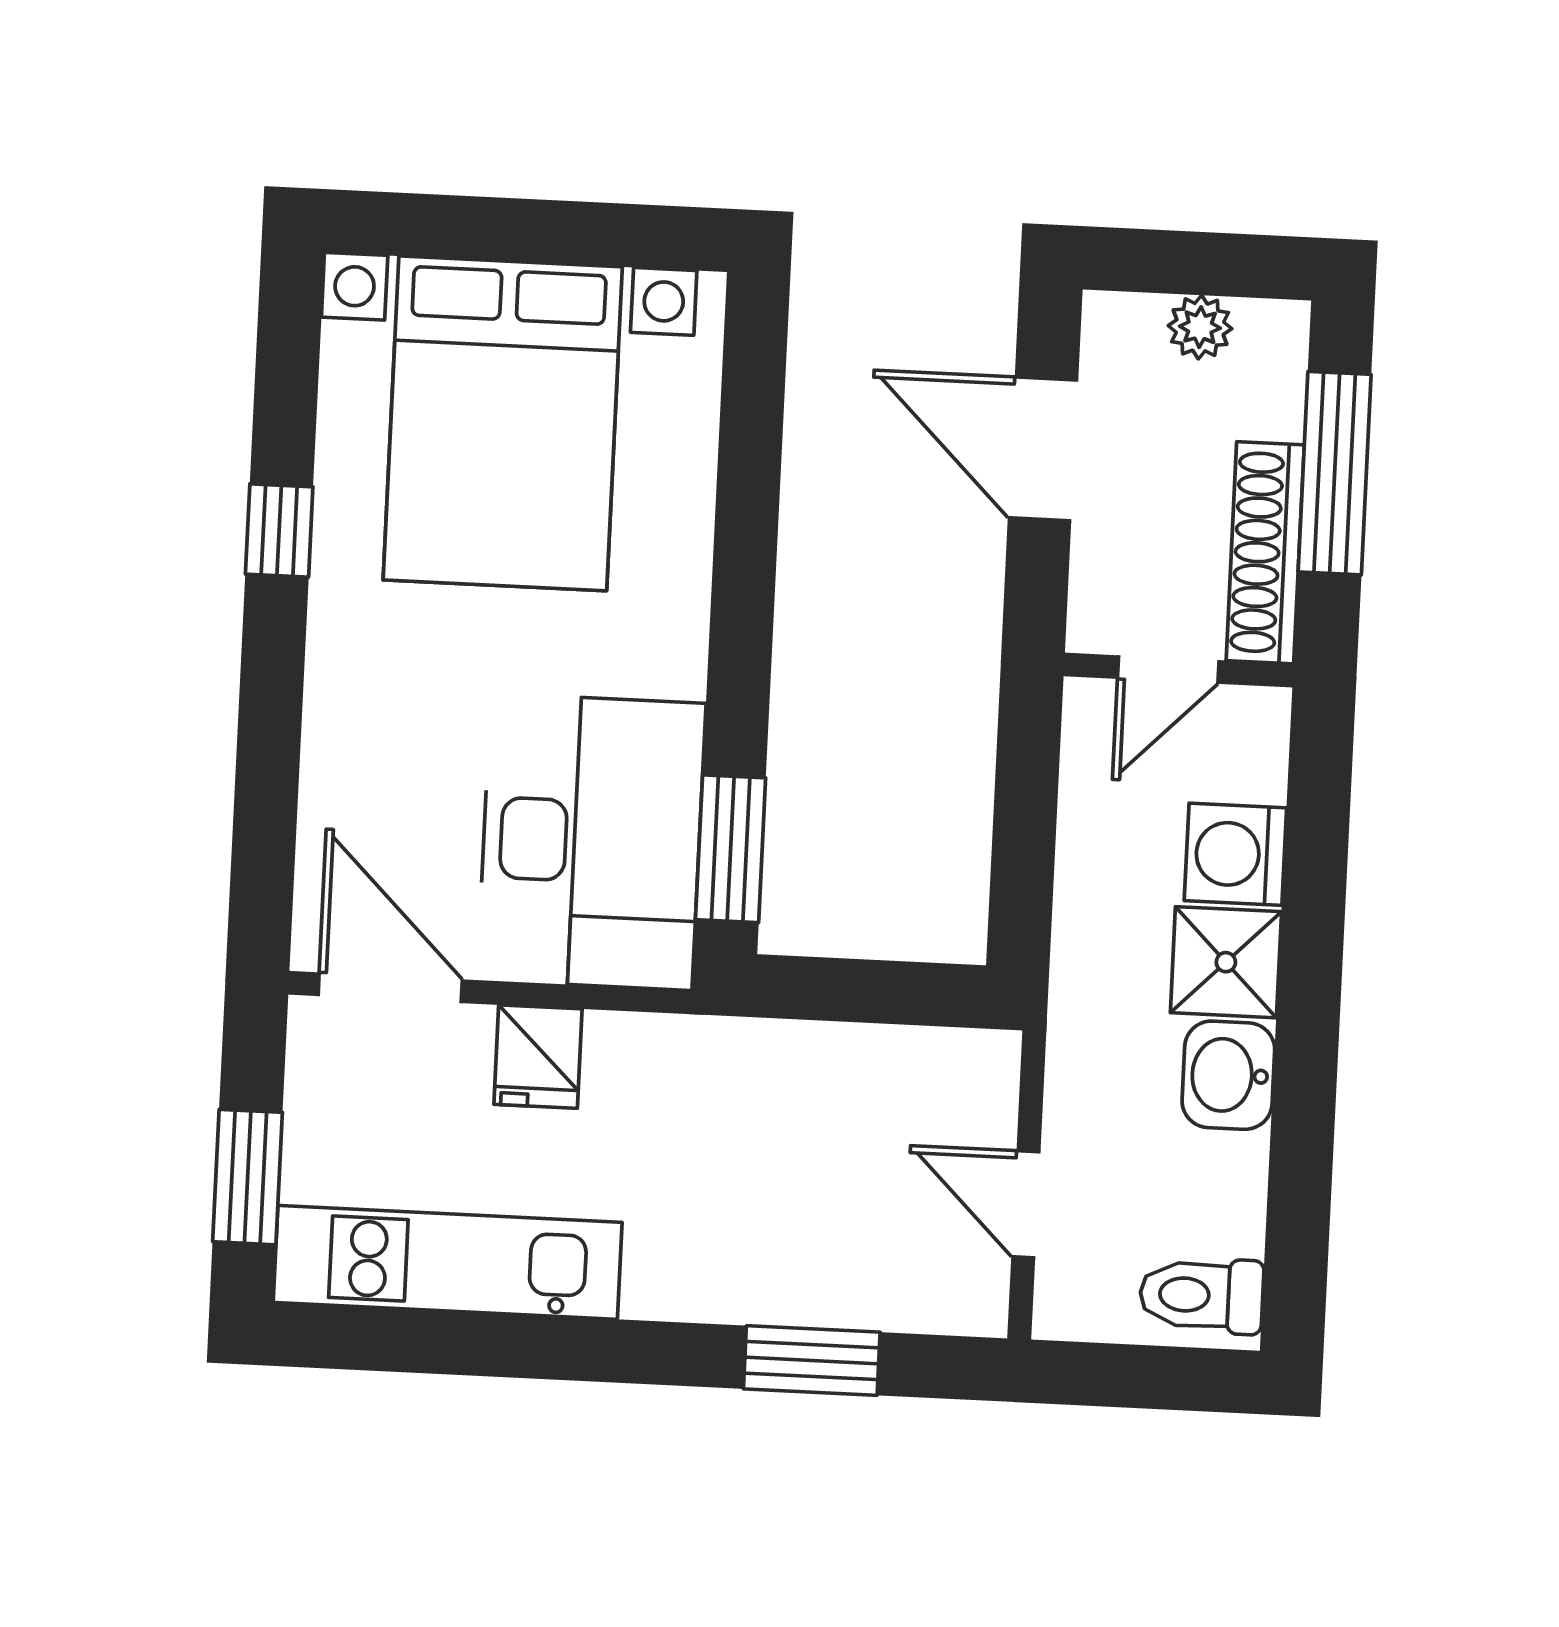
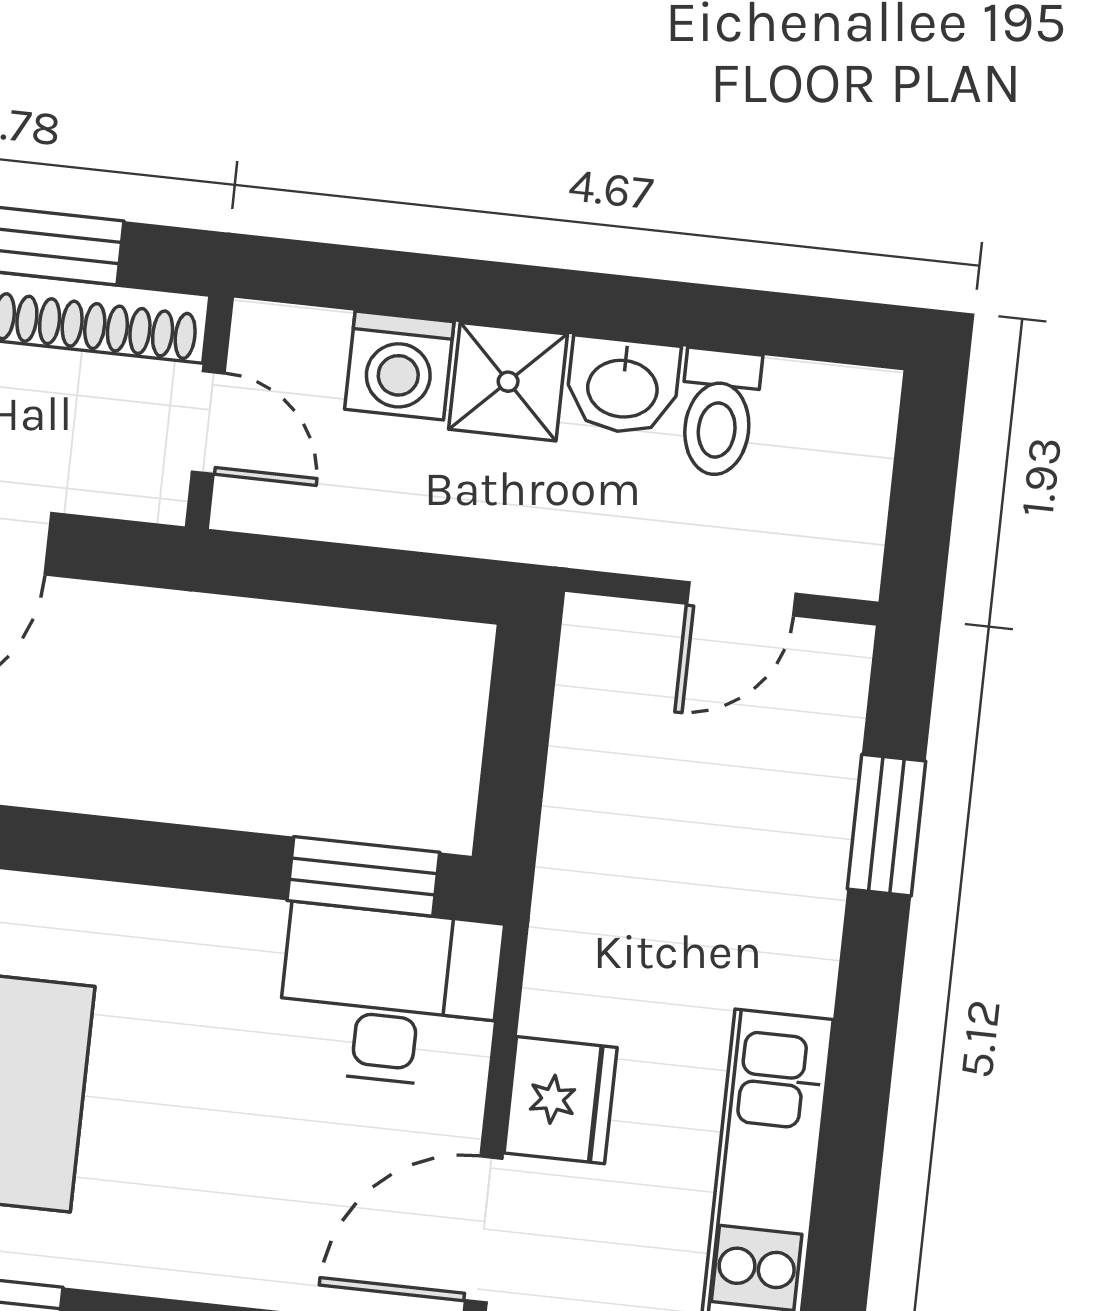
desk: (592, 842) -> (389, 996), width x0.73, depth x0.77
fridge: (538, 1057) -> (561, 1100), width x1.38
toilet: (1202, 1295) -> (719, 413), moved

